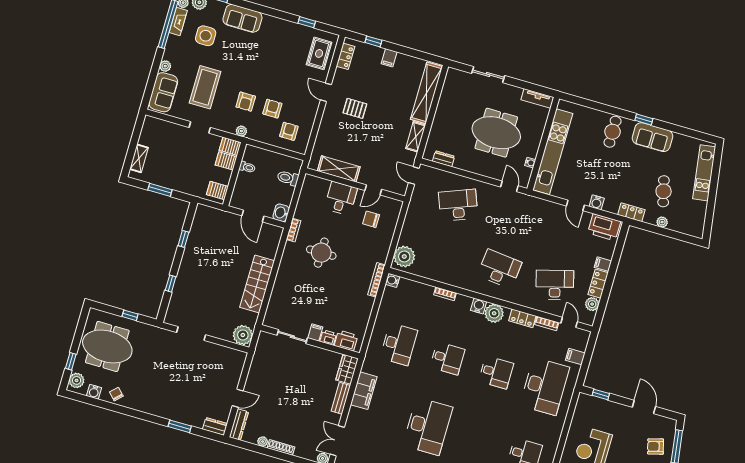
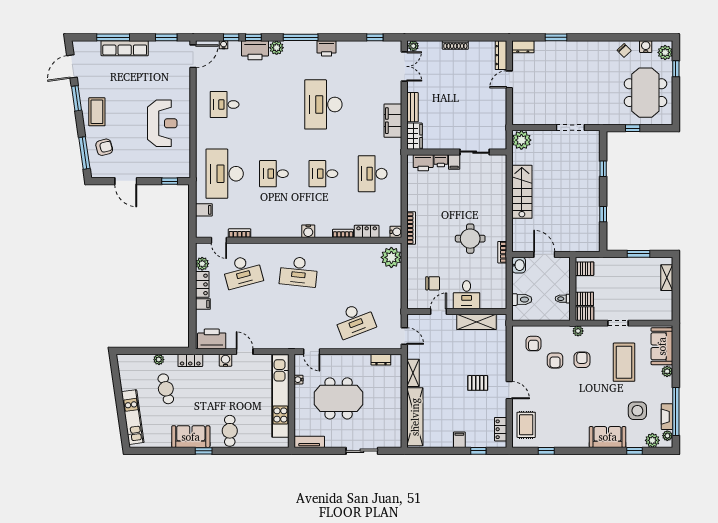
plant: (494, 313) -> (292, 228), removed
locker: (522, 318) -> (367, 231), moved
meeting table: (107, 346) -> (645, 93), turned 90
plant: (263, 442) -> (474, 46), removed

